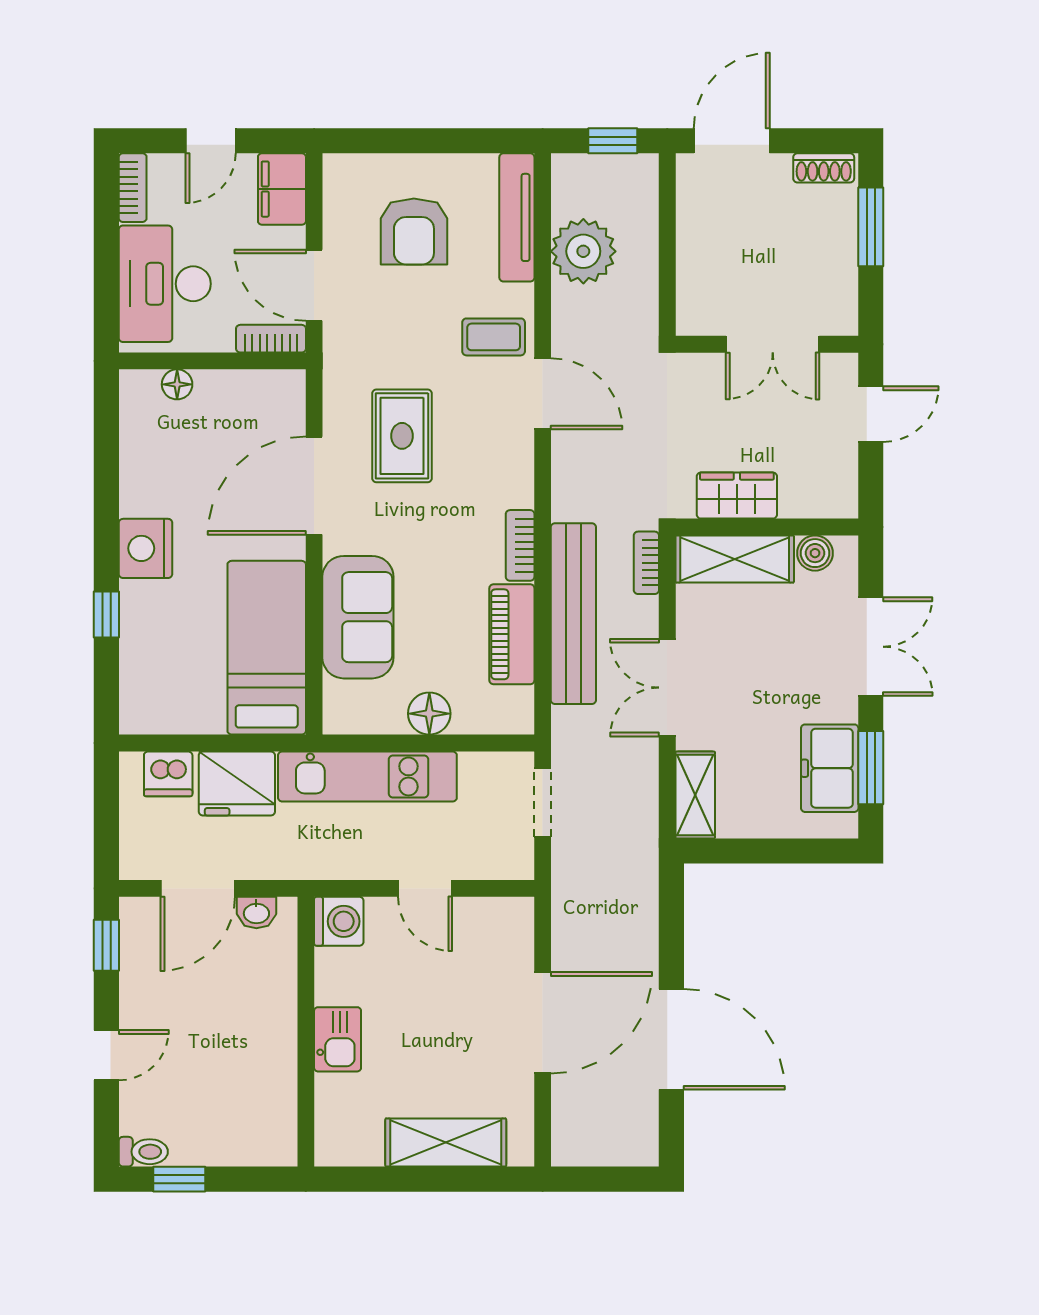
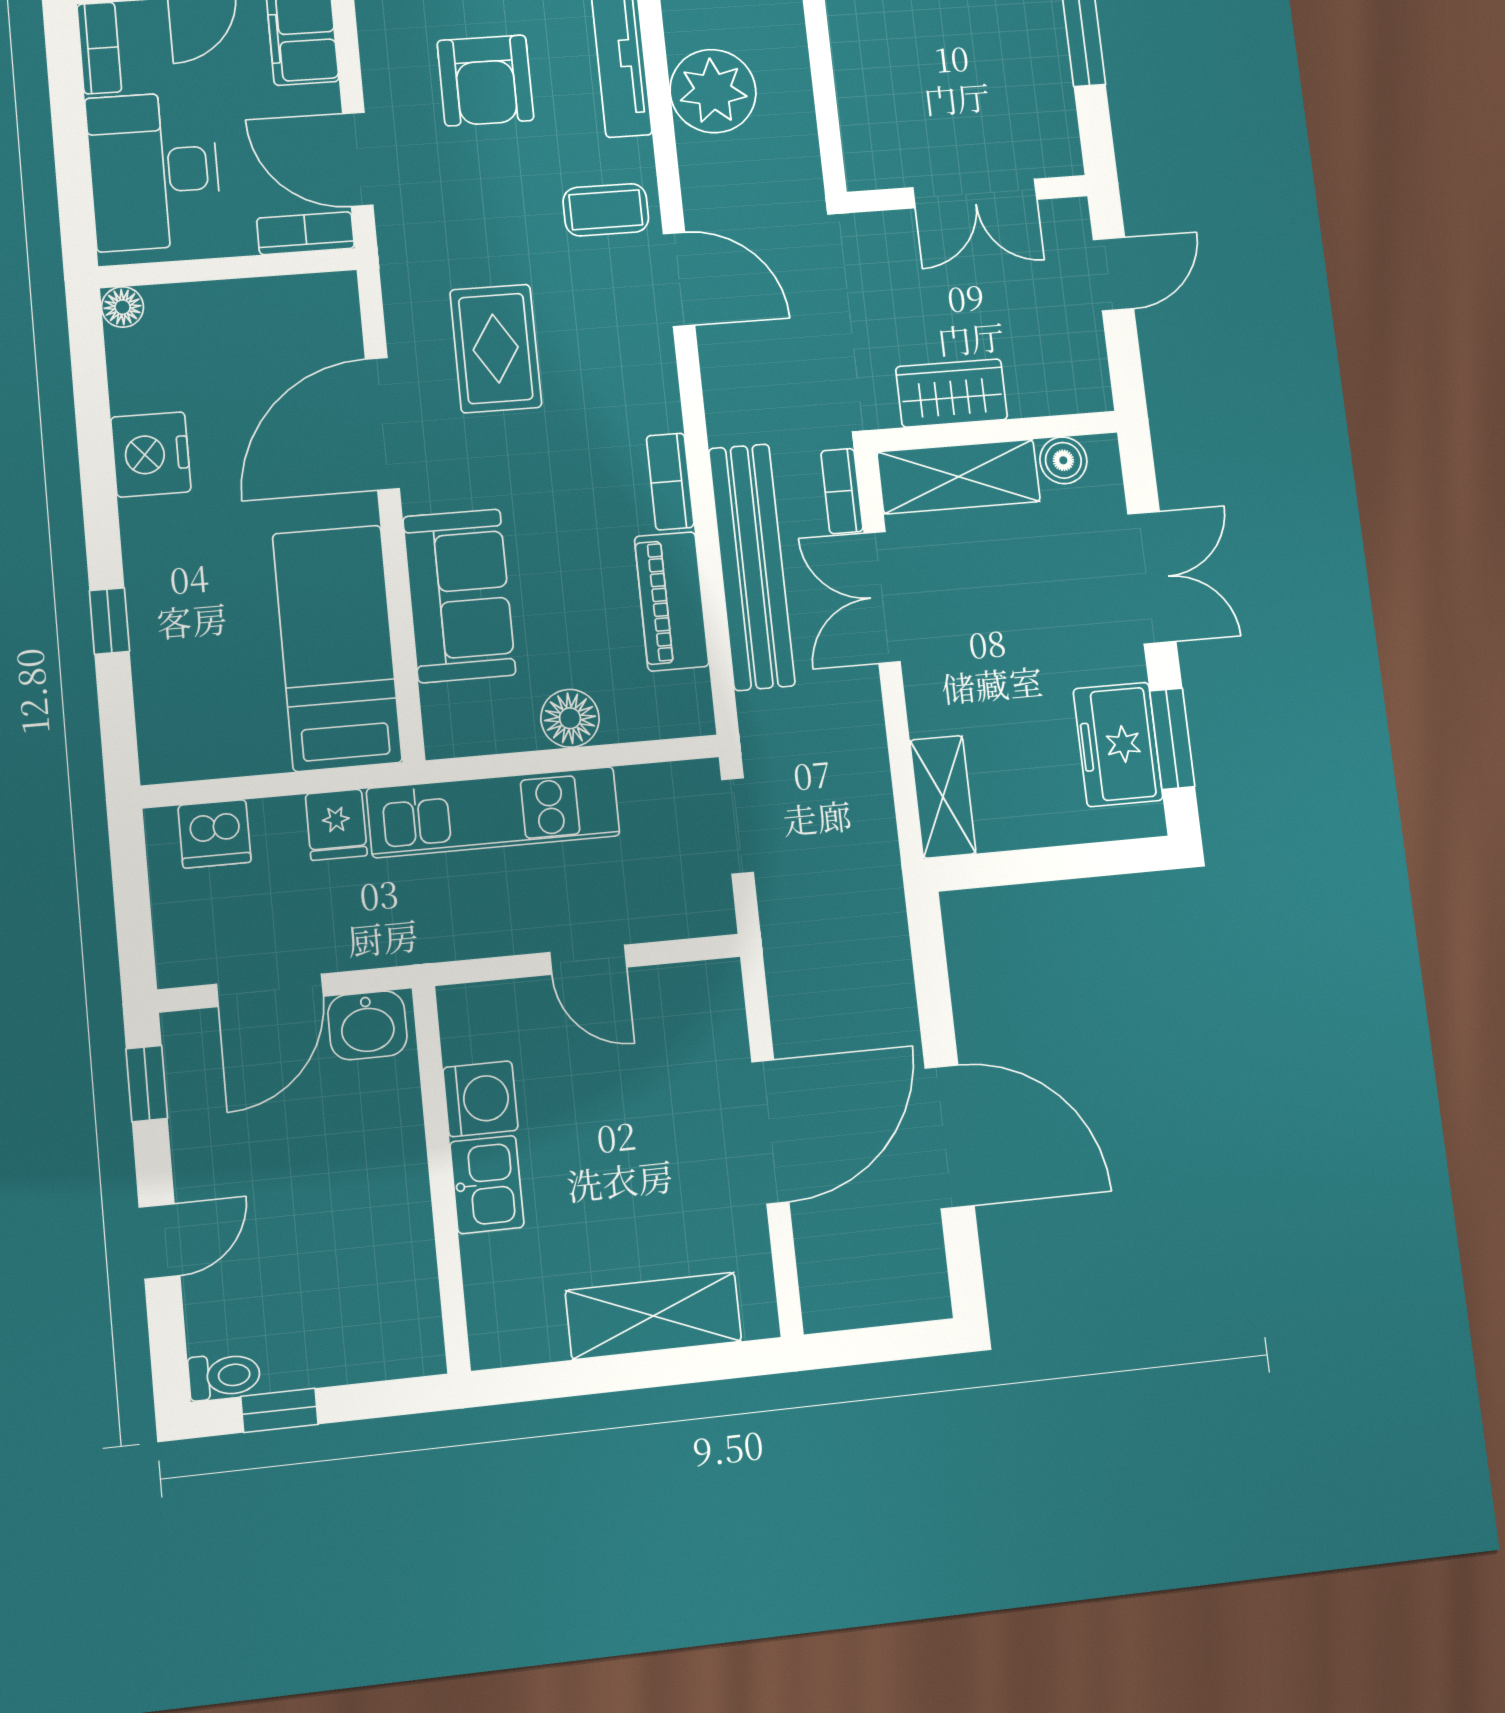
floor lamp: (177, 384) -> (123, 307), moved
nightstand: (146, 548) -> (151, 454), moved
double door: (667, 688) -> (882, 597), moved
fridge: (237, 783) -> (336, 825), width x0.53, depth x0.75
washbasin: (256, 913) -> (367, 1025), width x1.38, depth x1.45
washing machine: (339, 921) -> (480, 1099), moved

